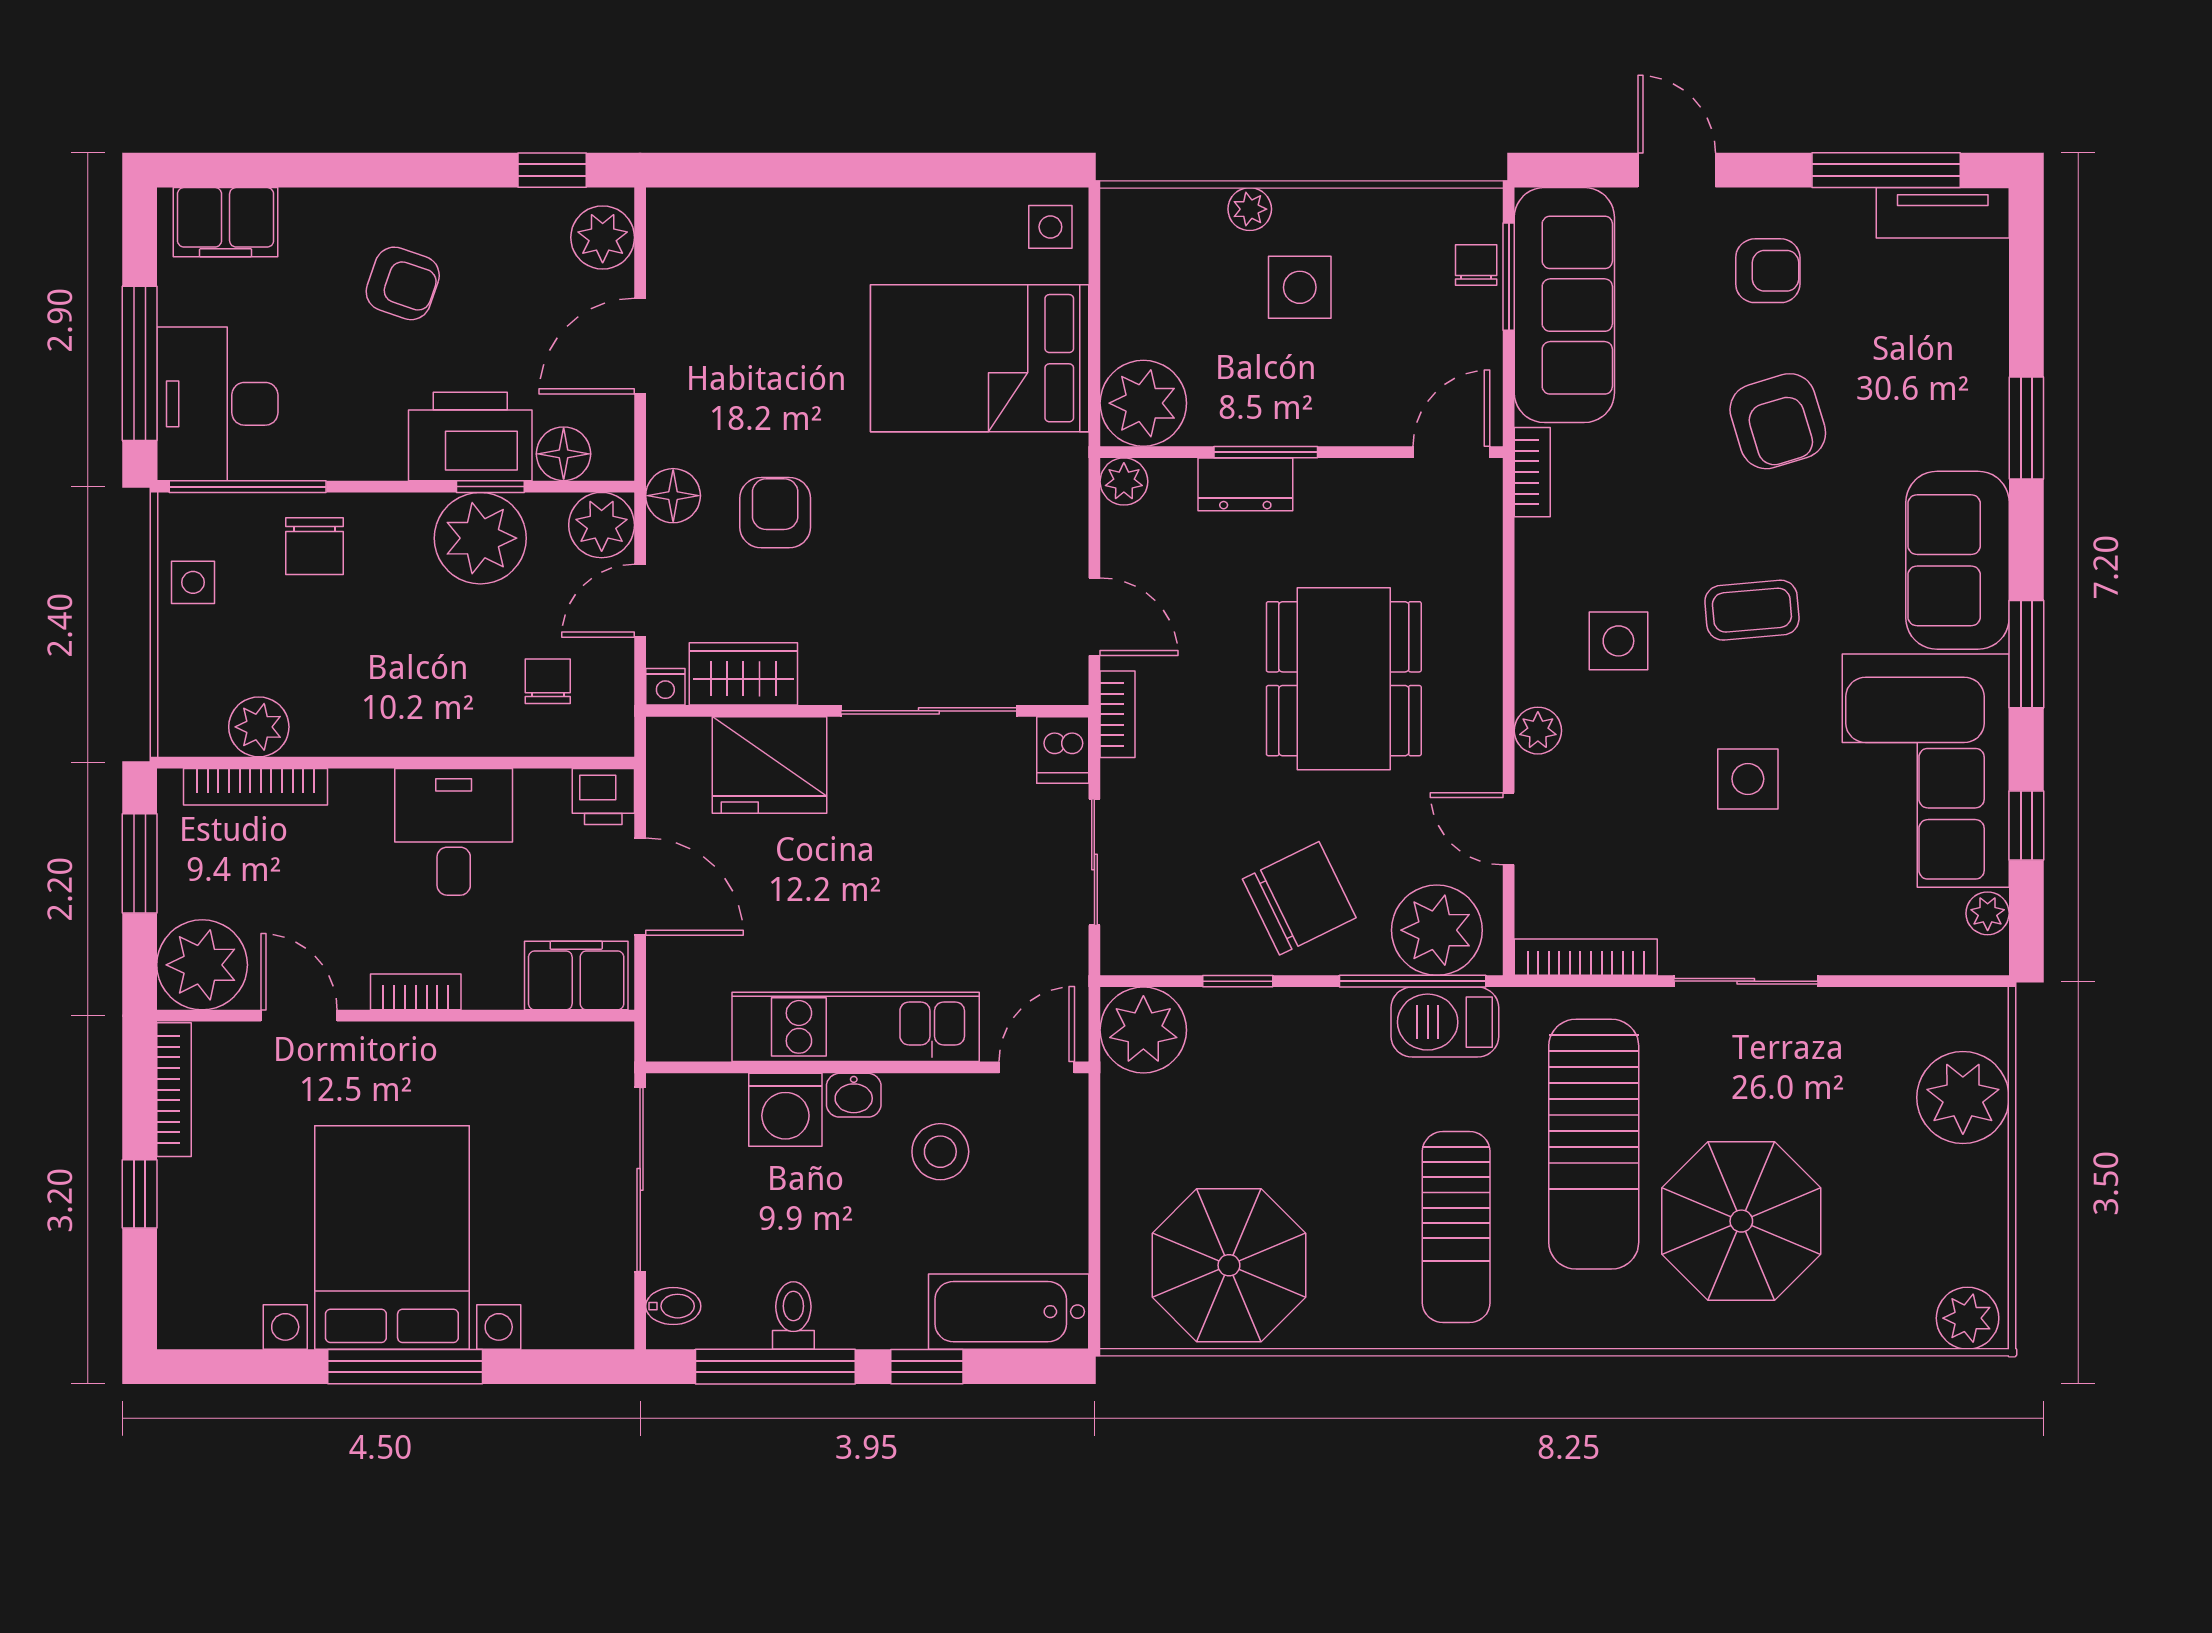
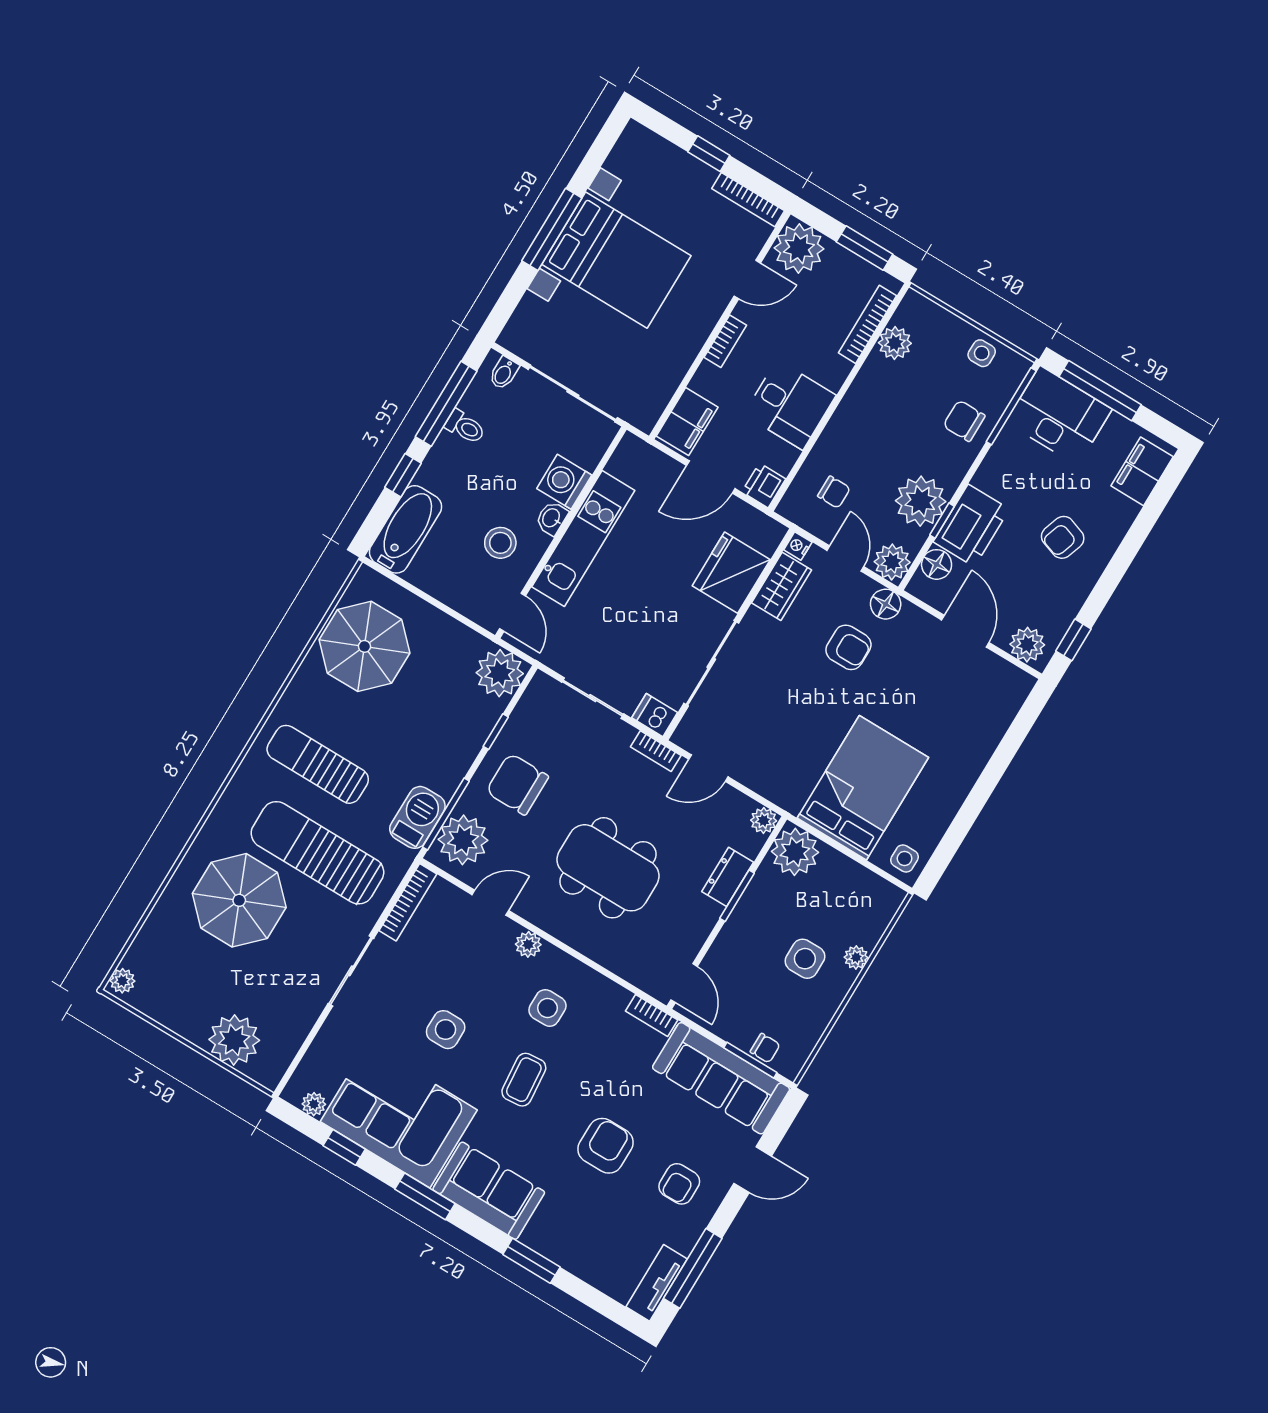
armchair: (1778, 421) -> (606, 1146), turned 107
chair: (1299, 898) -> (517, 784), turned 116
plant: (1968, 1318) -> (122, 981), width x0.73, depth x0.73

